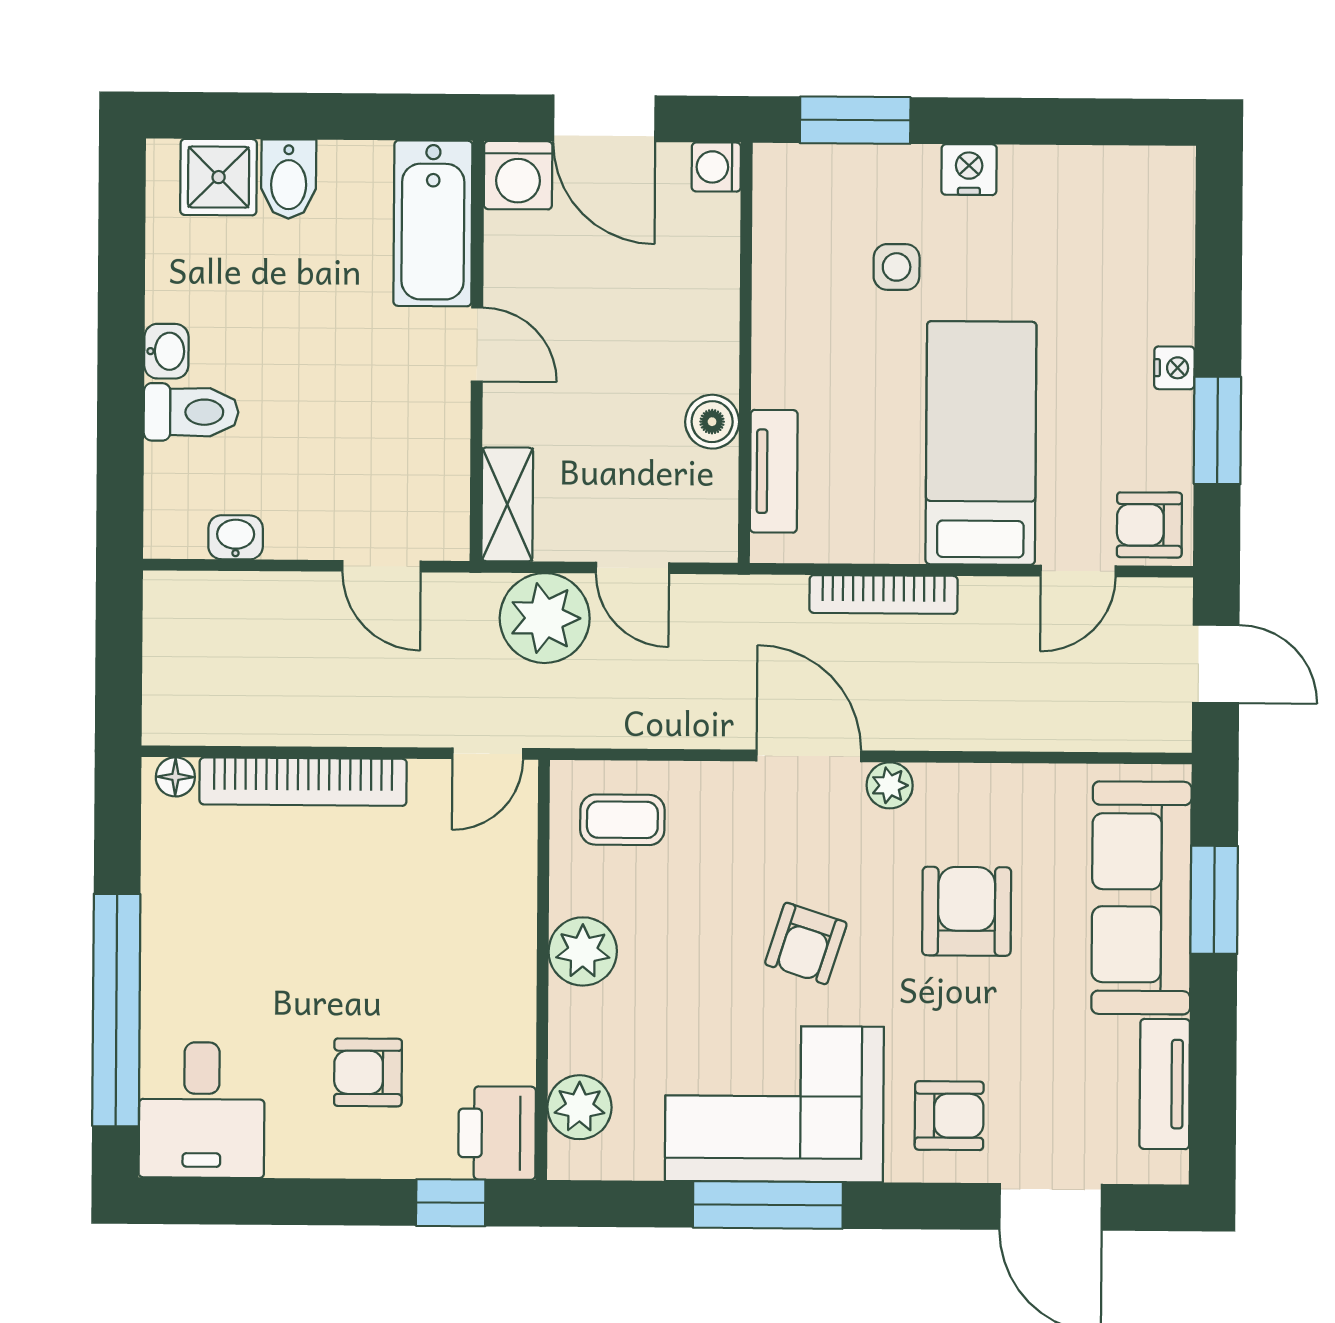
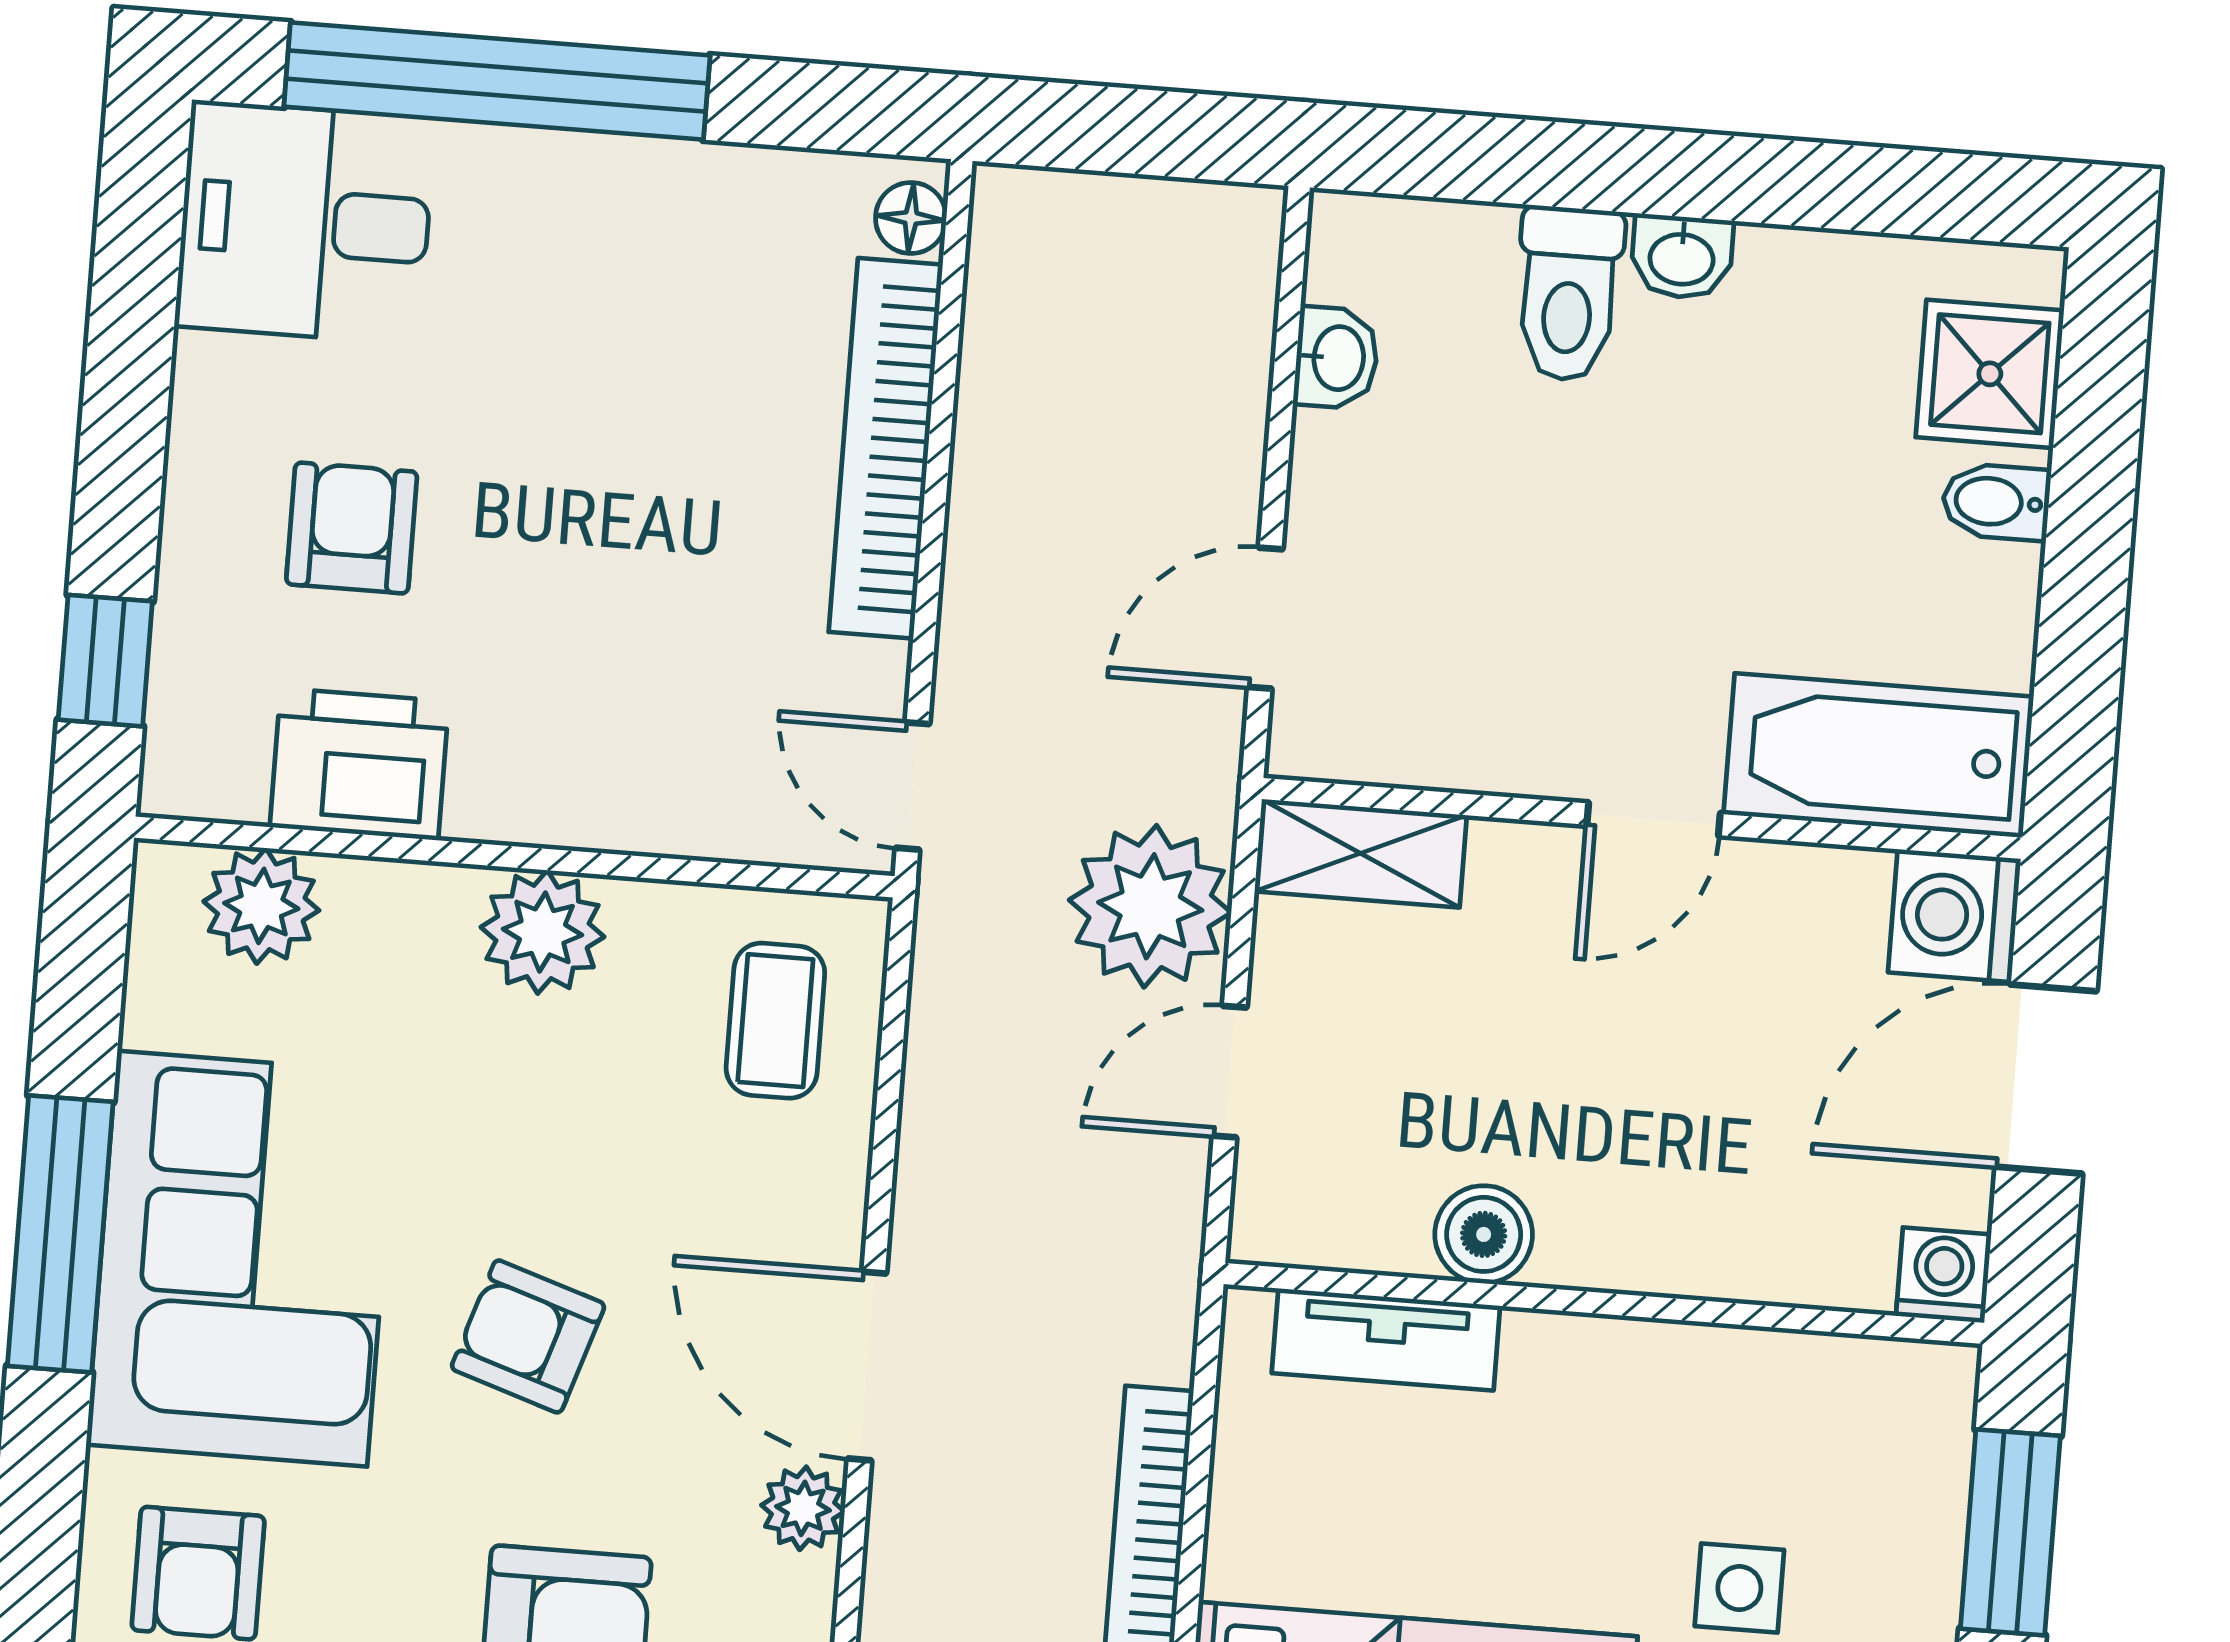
bidet: (289, 179) -> (1996, 502), width x0.72, depth x0.74
door: (809, 756) -> (867, 1366), swing flipped
printer: (497, 1133) -> (359, 764), moved

